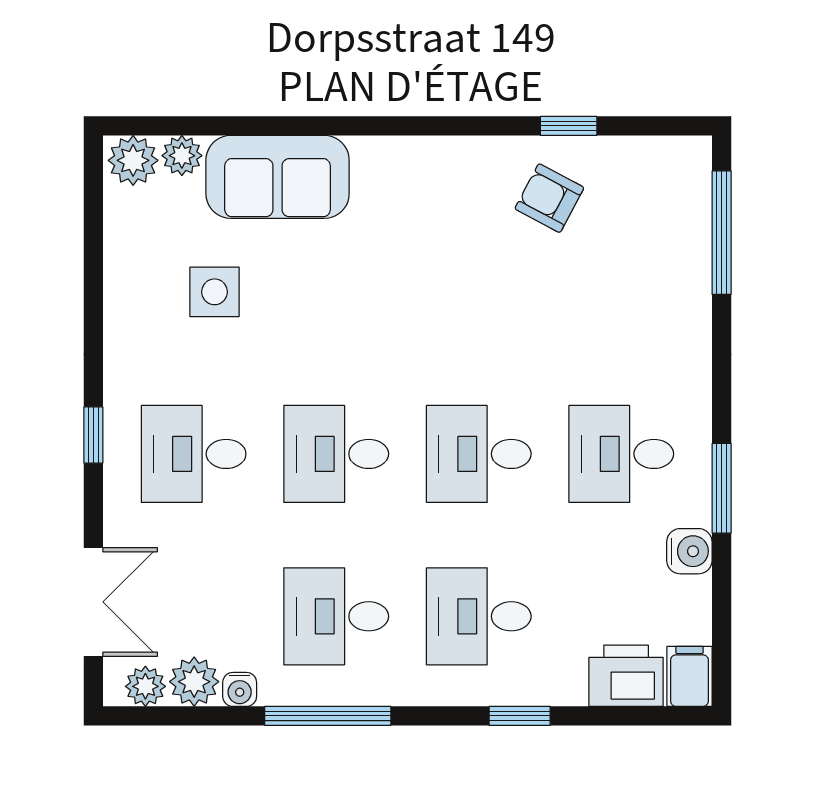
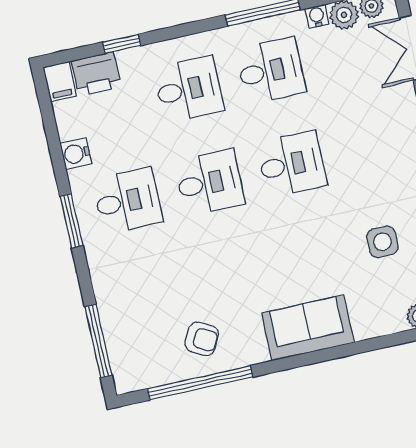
window: (569, 126) -> (200, 383), width x3.17
sofa: (278, 177) -> (308, 328), moved
desk: (194, 454) -> (374, 146), removed
window: (722, 488) -> (71, 221), moved
window: (520, 716) -> (122, 44), moved

